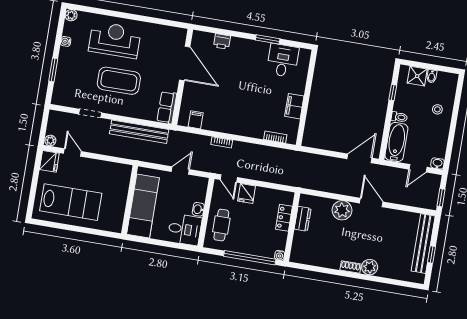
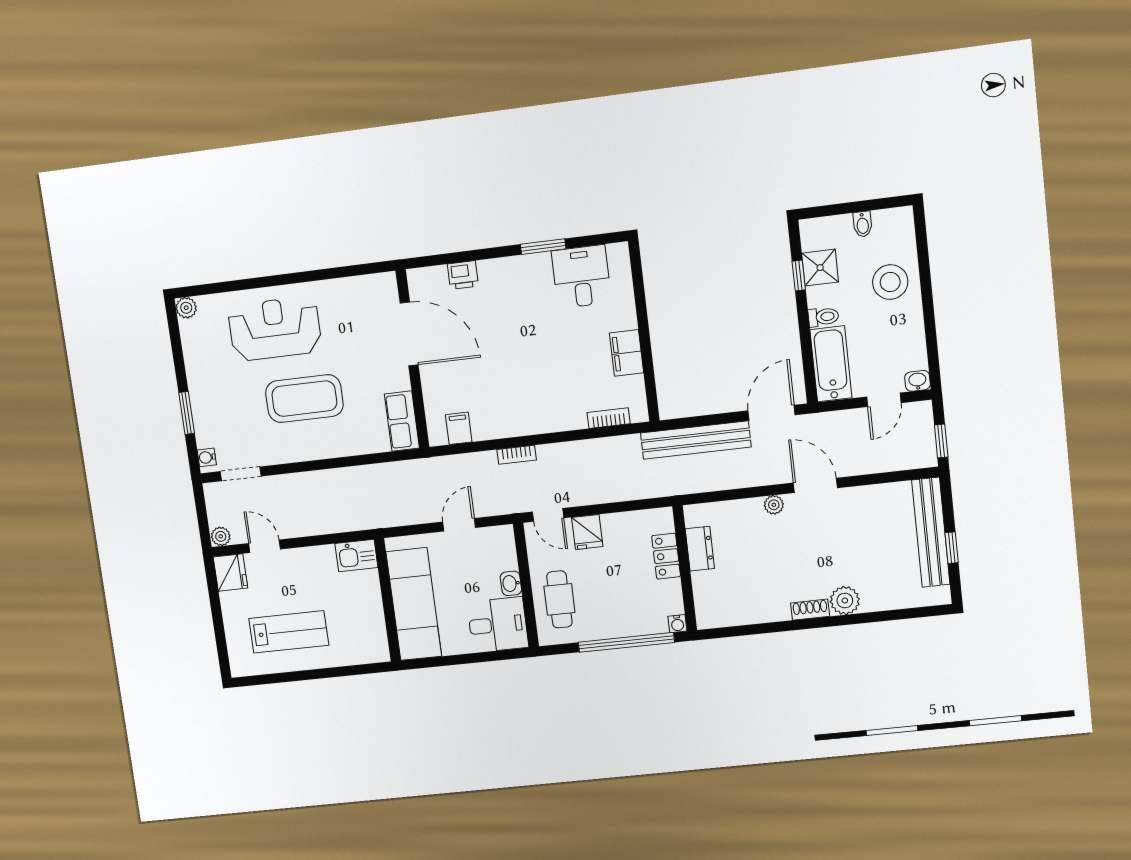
water cooler: (66, 41) -> (207, 457), moved
shower: (417, 76) -> (820, 268), moved
stool: (437, 109) -> (890, 282), width x1.89, depth x1.89
doorway: (90, 113) -> (241, 474), moved
bench: (139, 132) -> (696, 440), moved
kitchen sink: (120, 171) -> (356, 556), added
lab bench: (71, 202) -> (289, 632), width x0.73, depth x0.72
plant: (342, 210) -> (774, 505), width x0.53, depth x0.53

